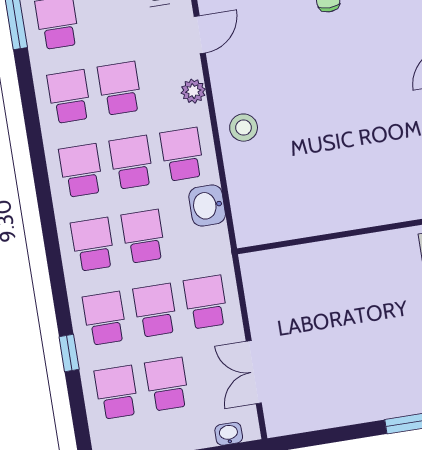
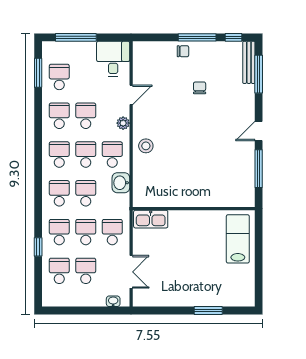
kitchen sink: (275, 266) -> (151, 219), added
double door: (254, 372) -> (131, 272), swing flipped

